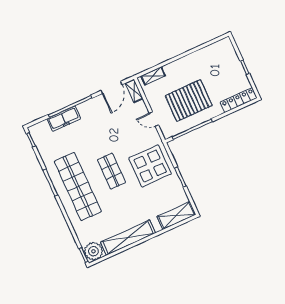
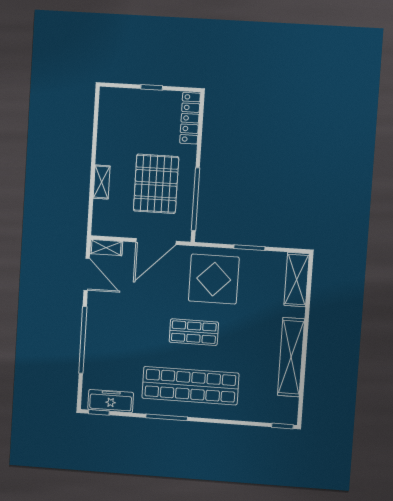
shelving: (153, 76) -> (102, 182), moved
freezer: (64, 119) -> (111, 401), moved, turned -90
door: (154, 119) -> (156, 242), width x1.88
plant: (93, 251) -> (284, 411), removed

